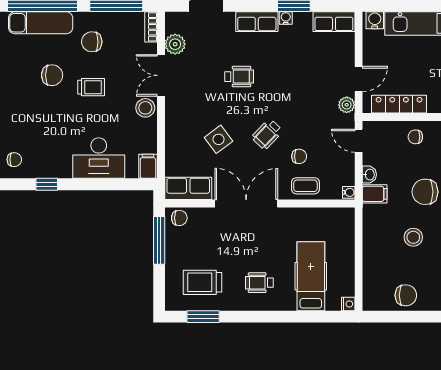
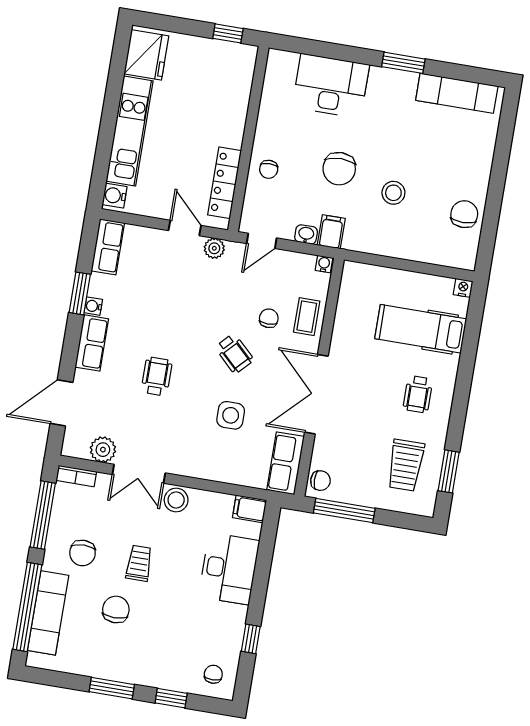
side table: (218, 139) -> (231, 415), turned 37
chair: (179, 218) -> (320, 481), turned 89

